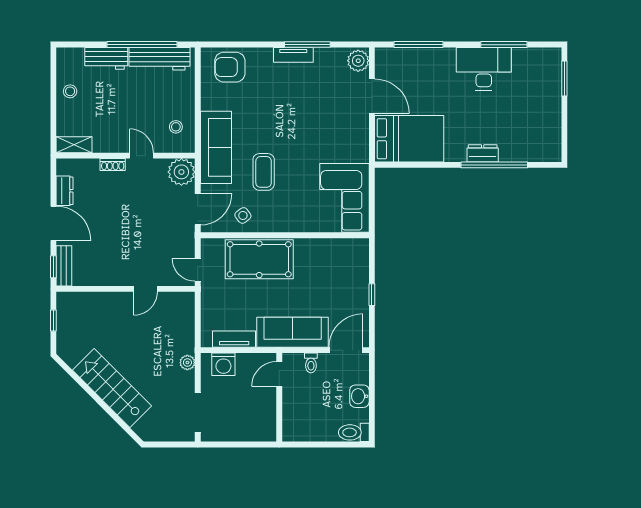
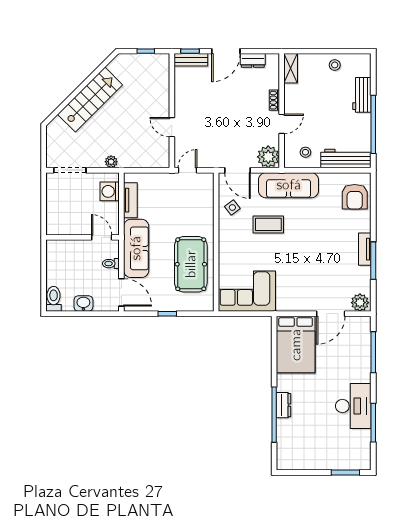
workbench: (159, 59) -> (346, 159), moved, turned 90
armchair: (230, 67) -> (355, 197), turned 180
pool table: (259, 259) -> (191, 264), moved

